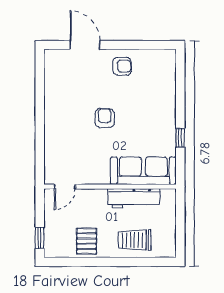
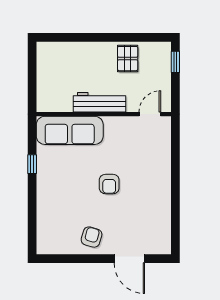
armchair: (122, 66) -> (92, 237), turned 106
workbench: (134, 198) -> (99, 102), moved
trolley: (135, 240) -> (79, 60), removed

